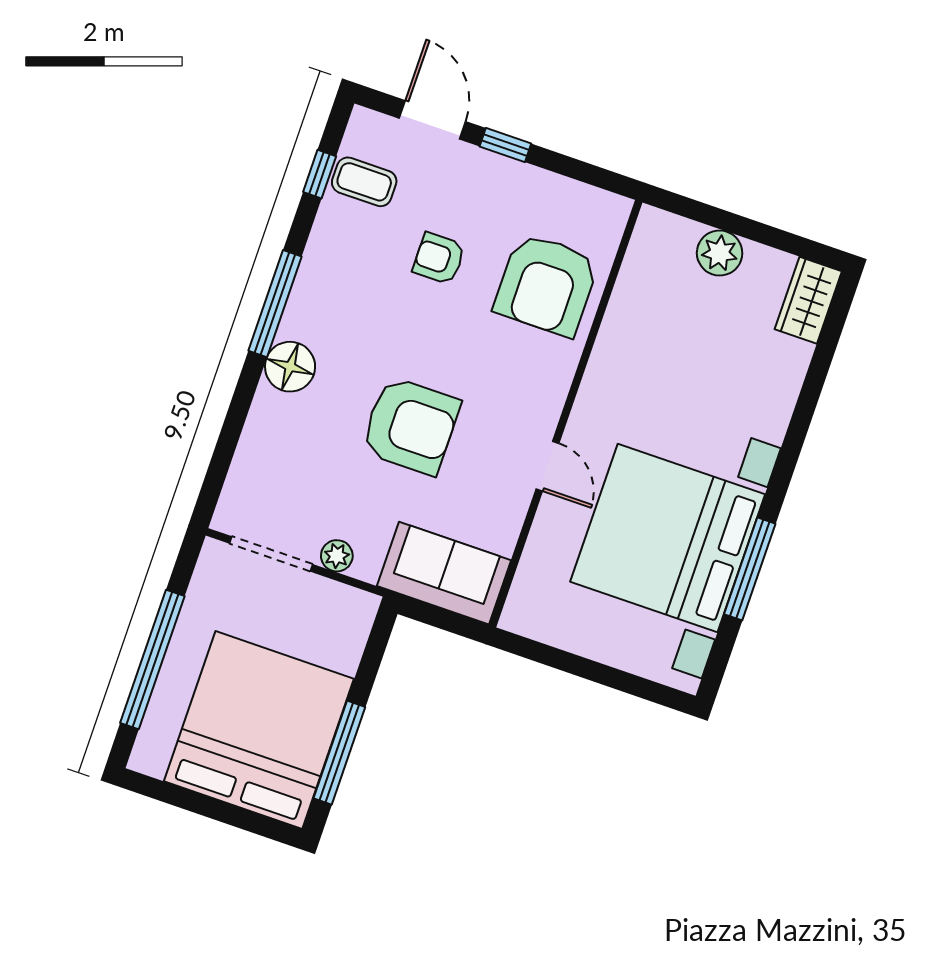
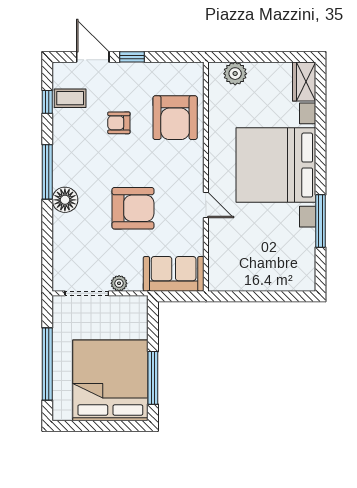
plant: (720, 253) -> (235, 74), moved
bed with nightstands: (668, 538) -> (276, 165), moved

